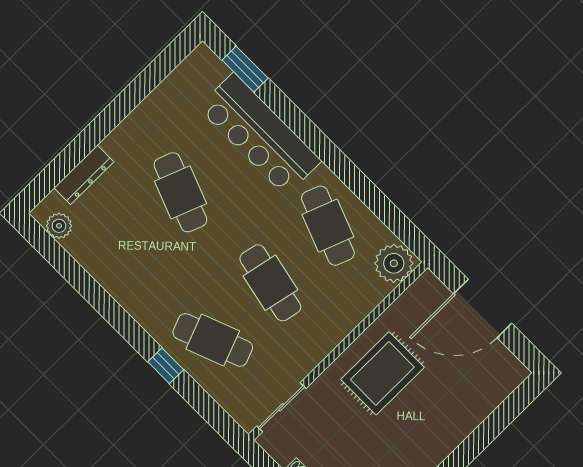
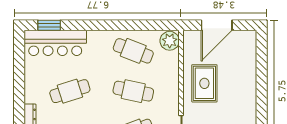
bar counter: (260, 134) -> (55, 43), moved
cafe table: (180, 192) -> (70, 91), turned -39

